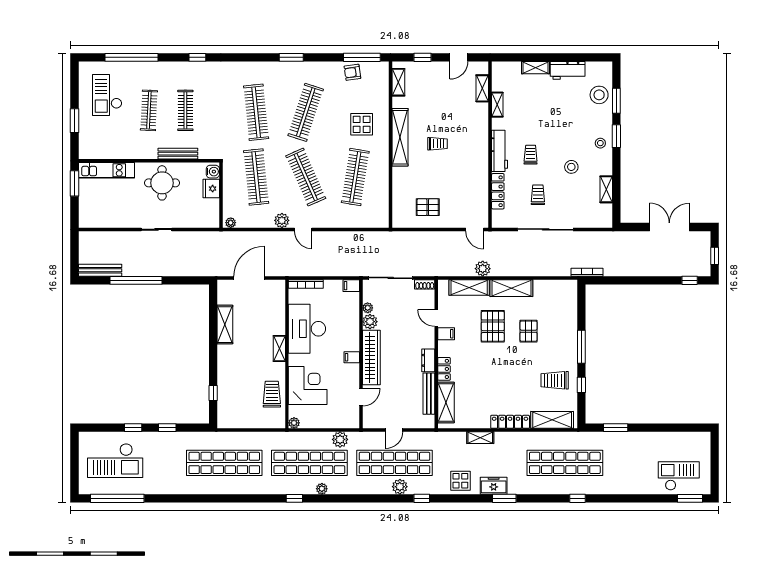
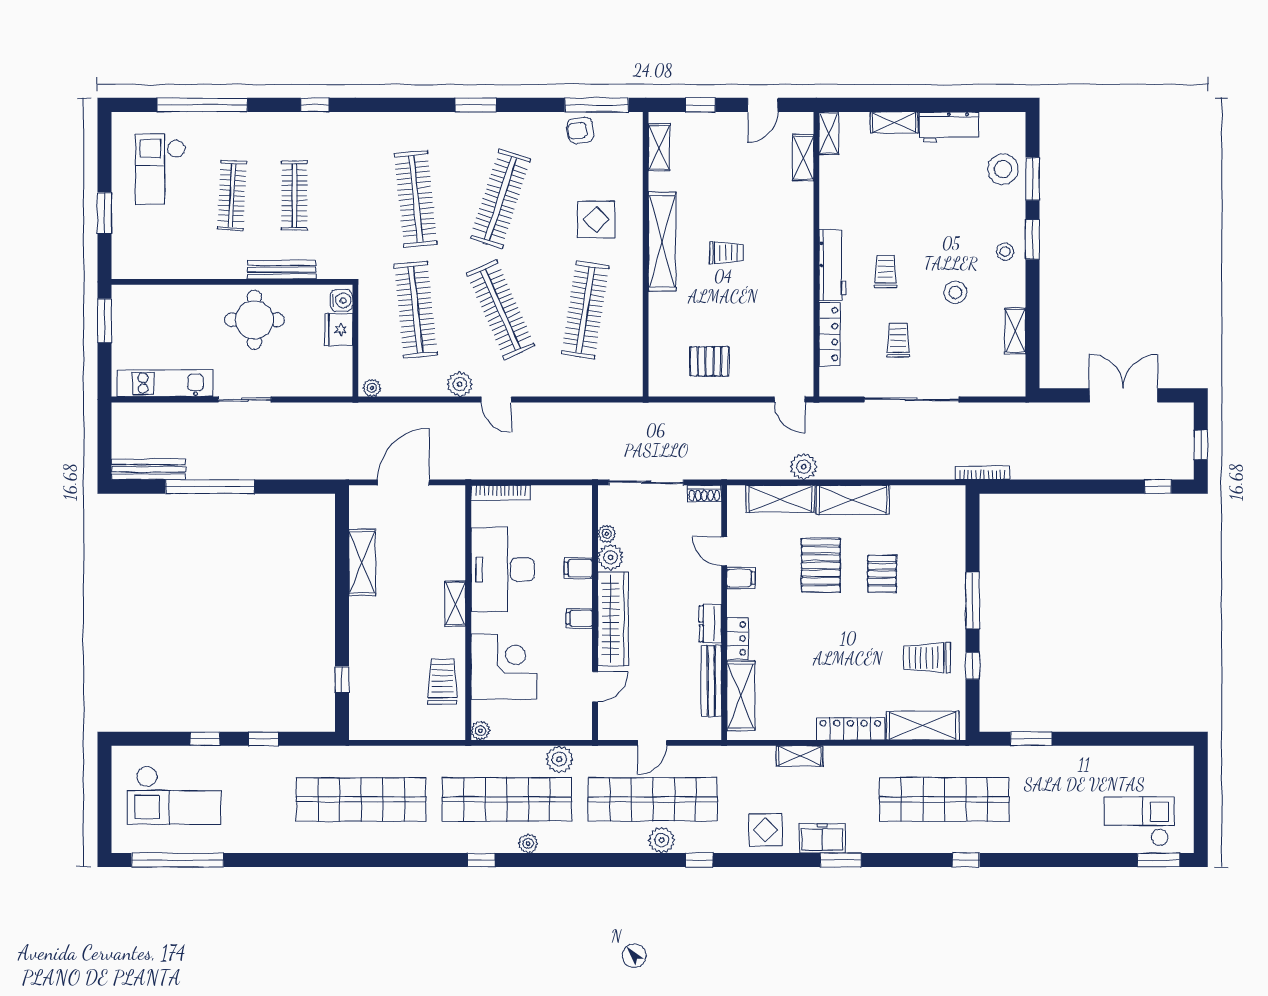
shelving: (497, 105) -> (829, 133), moved
kitchen unit: (106, 170) -> (165, 383), moved, turned 180
filing cabinet: (351, 286) -> (578, 568), moved

